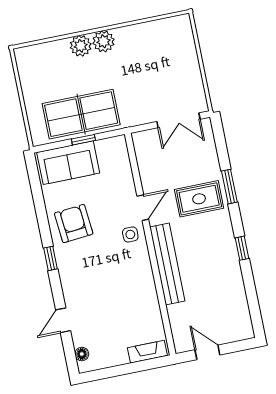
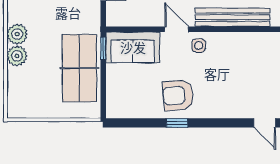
window: (83, 140) -> (103, 48), moved
sofa: (68, 163) -> (133, 47), moved, turned 90
window: (51, 258) -> (177, 123), moved

